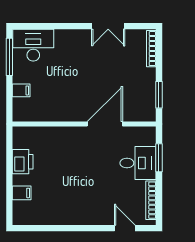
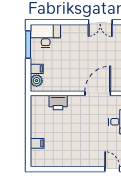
plant: (21, 106) -> (37, 81), added
printer: (23, 162) -> (58, 102), moved, turned 90

